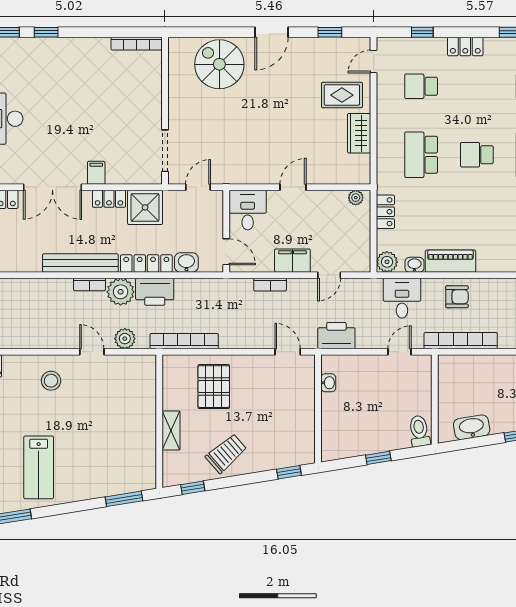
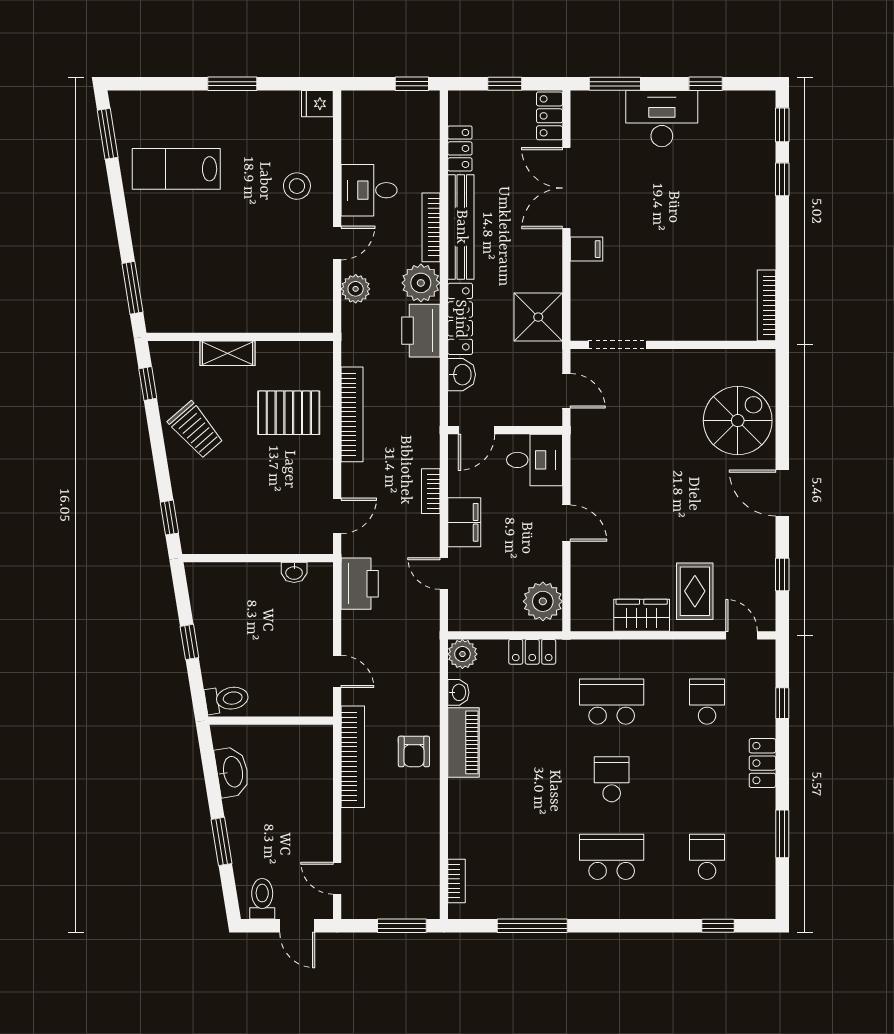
plant: (356, 198) -> (543, 601), width x1.88, depth x1.88
locker: (109, 199) -> (460, 148), moved, turned 180
bookcase: (90, 284) -> (431, 227), width x1.56
desk: (402, 298) -> (369, 190), moved, turned 180
bookcase: (184, 341) -> (352, 414), moved

